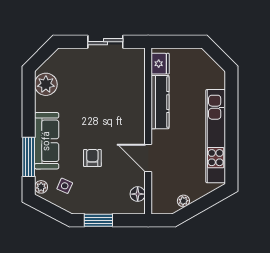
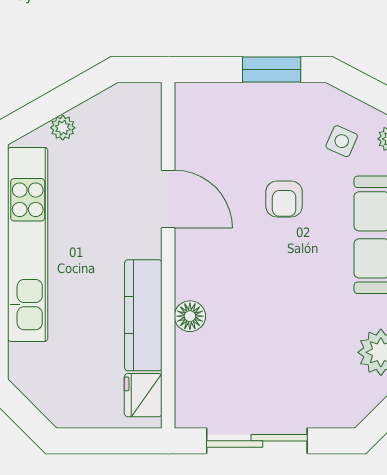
sliding door: (105, 42) -> (257, 441), width x1.37
floor lamp: (138, 194) -> (190, 316), moved
plant: (183, 201) -> (63, 128), moved

